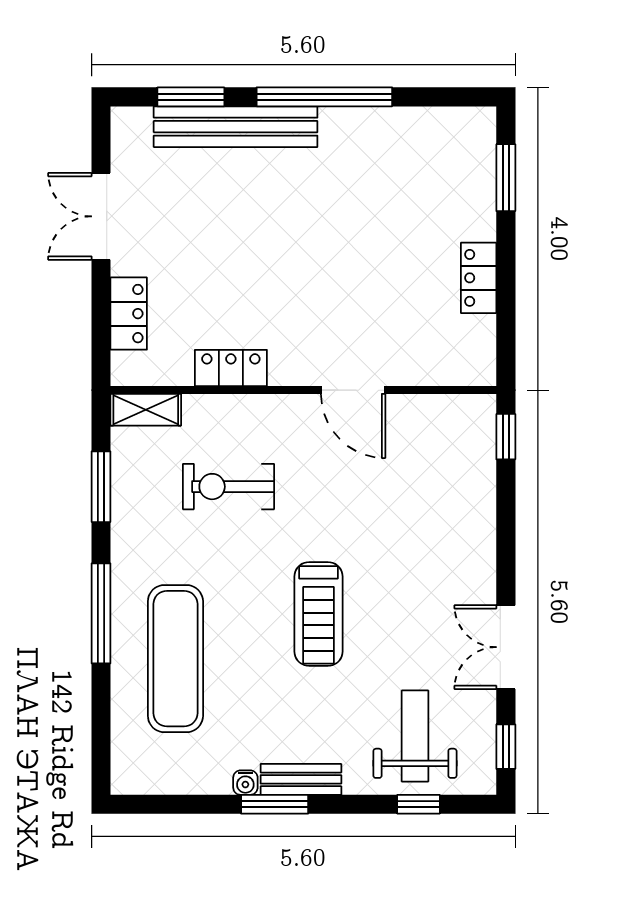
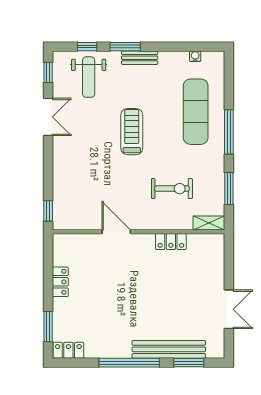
locker: (129, 314) -> (68, 350), moved, turned 90
water cooler: (245, 783) -> (195, 56), moved
window: (275, 804) -> (125, 47), moved

